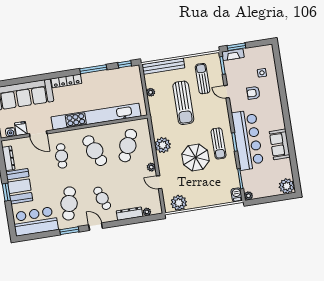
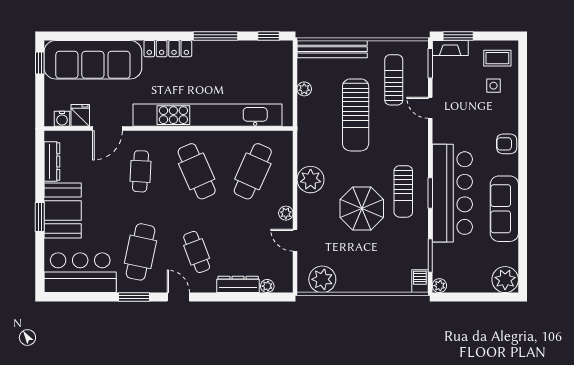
coffee table: (262, 56) -> (497, 58), added
armchair: (253, 93) -> (507, 144), moved
door: (38, 134) -> (107, 128), hinge flipped
sofa: (280, 144) -> (504, 209), width x1.36

